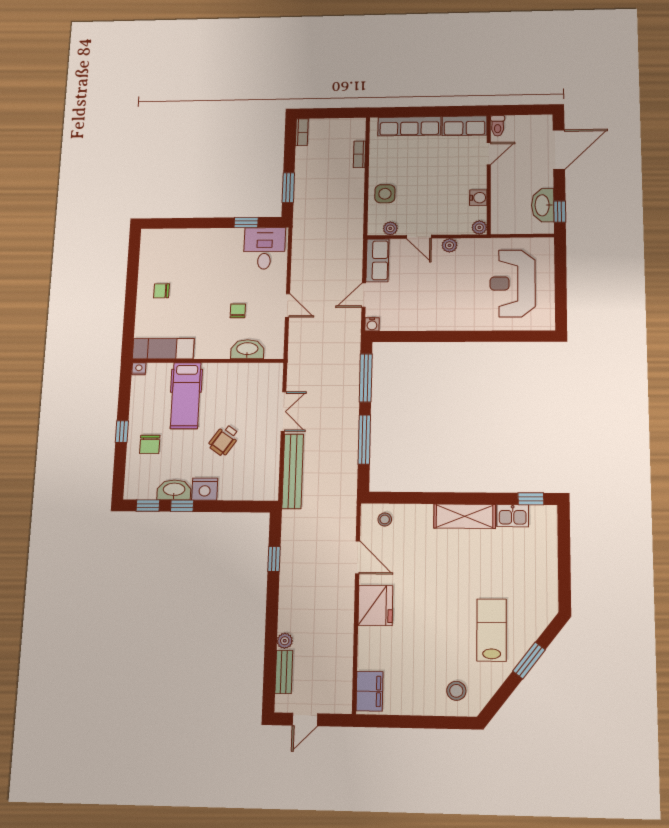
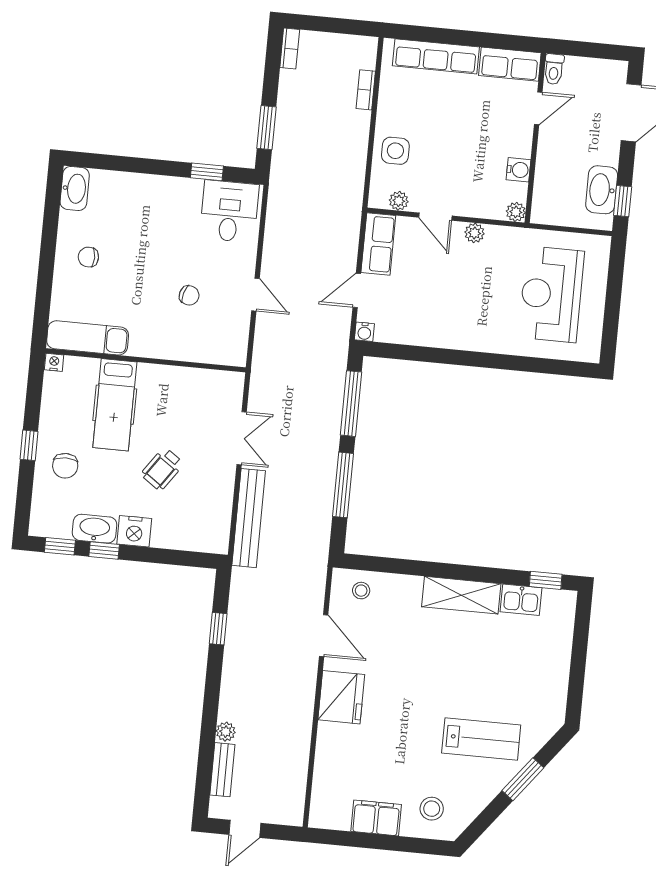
chair: (238, 311) -> (189, 295), turned 106
washbasin: (247, 349) -> (75, 188), moved, turned 90
lab bench: (492, 630) -> (481, 739), turned 90
filing cabinet: (369, 691) -> (376, 818), moved, turned -90

